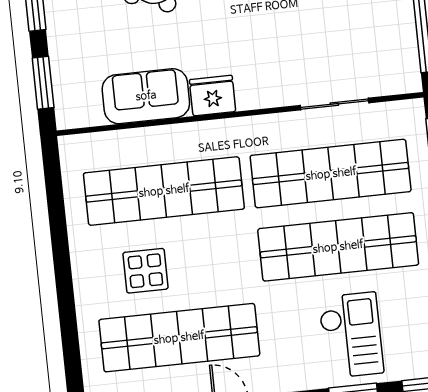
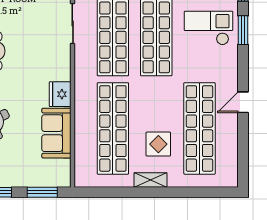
shelving: (83, 264) -> (150, 180), added

